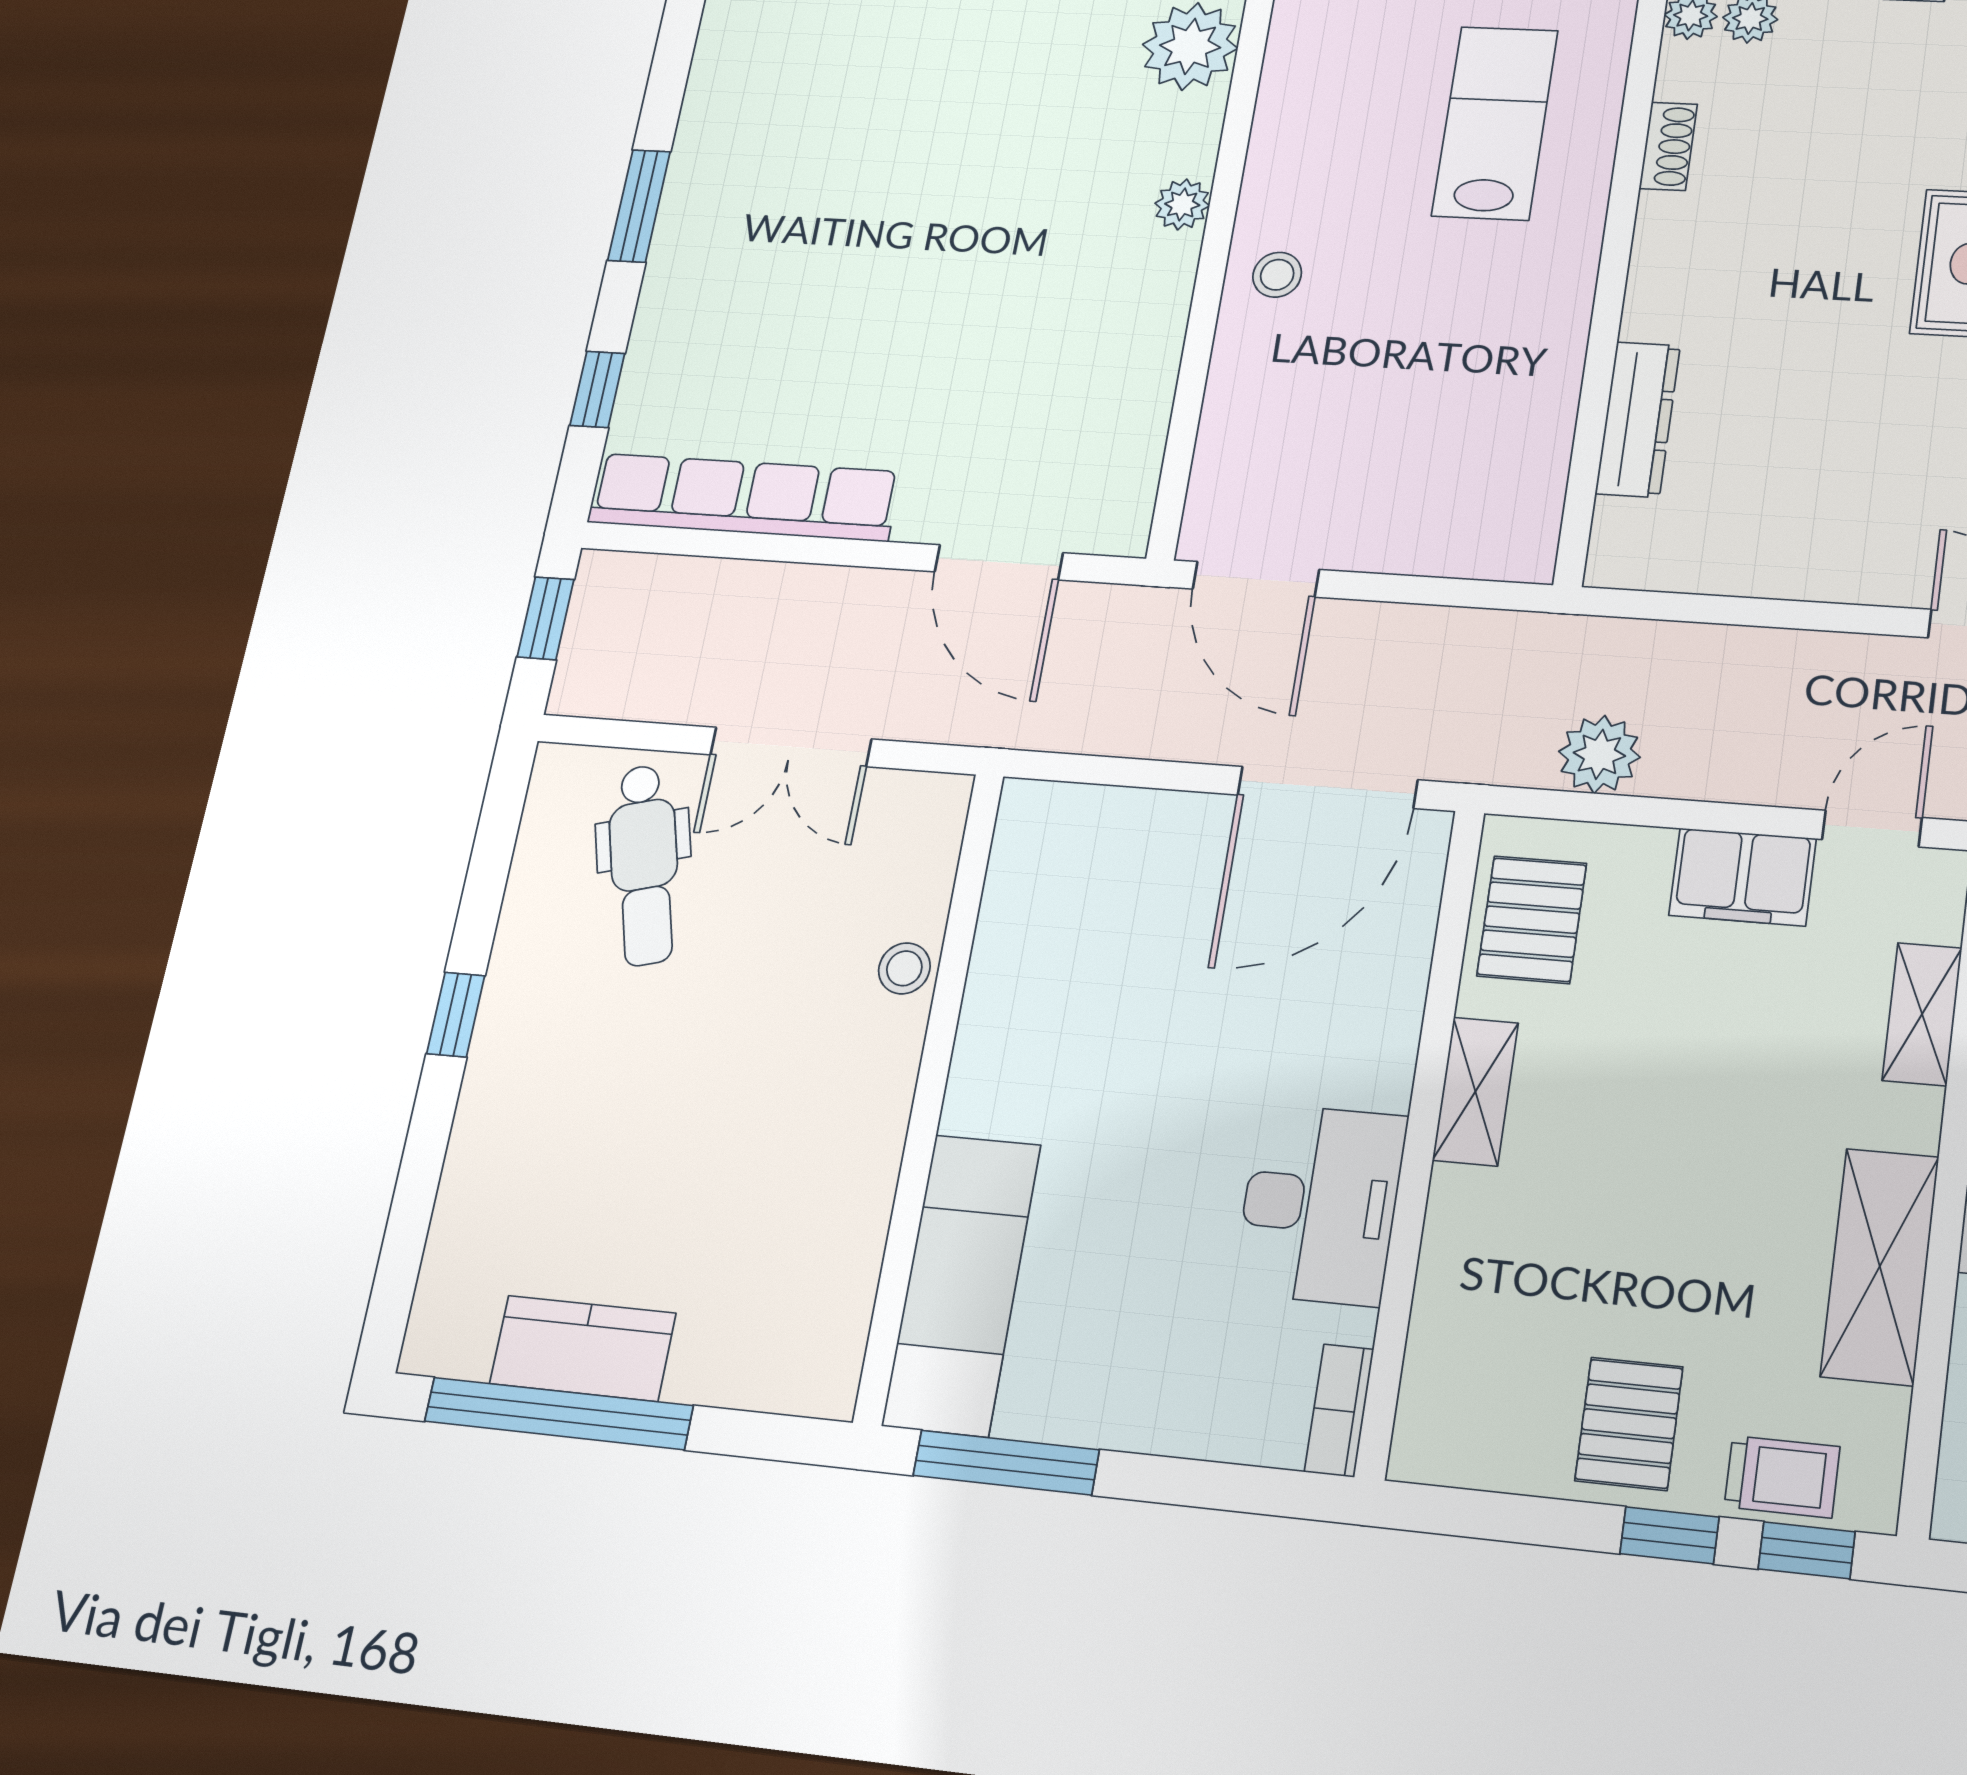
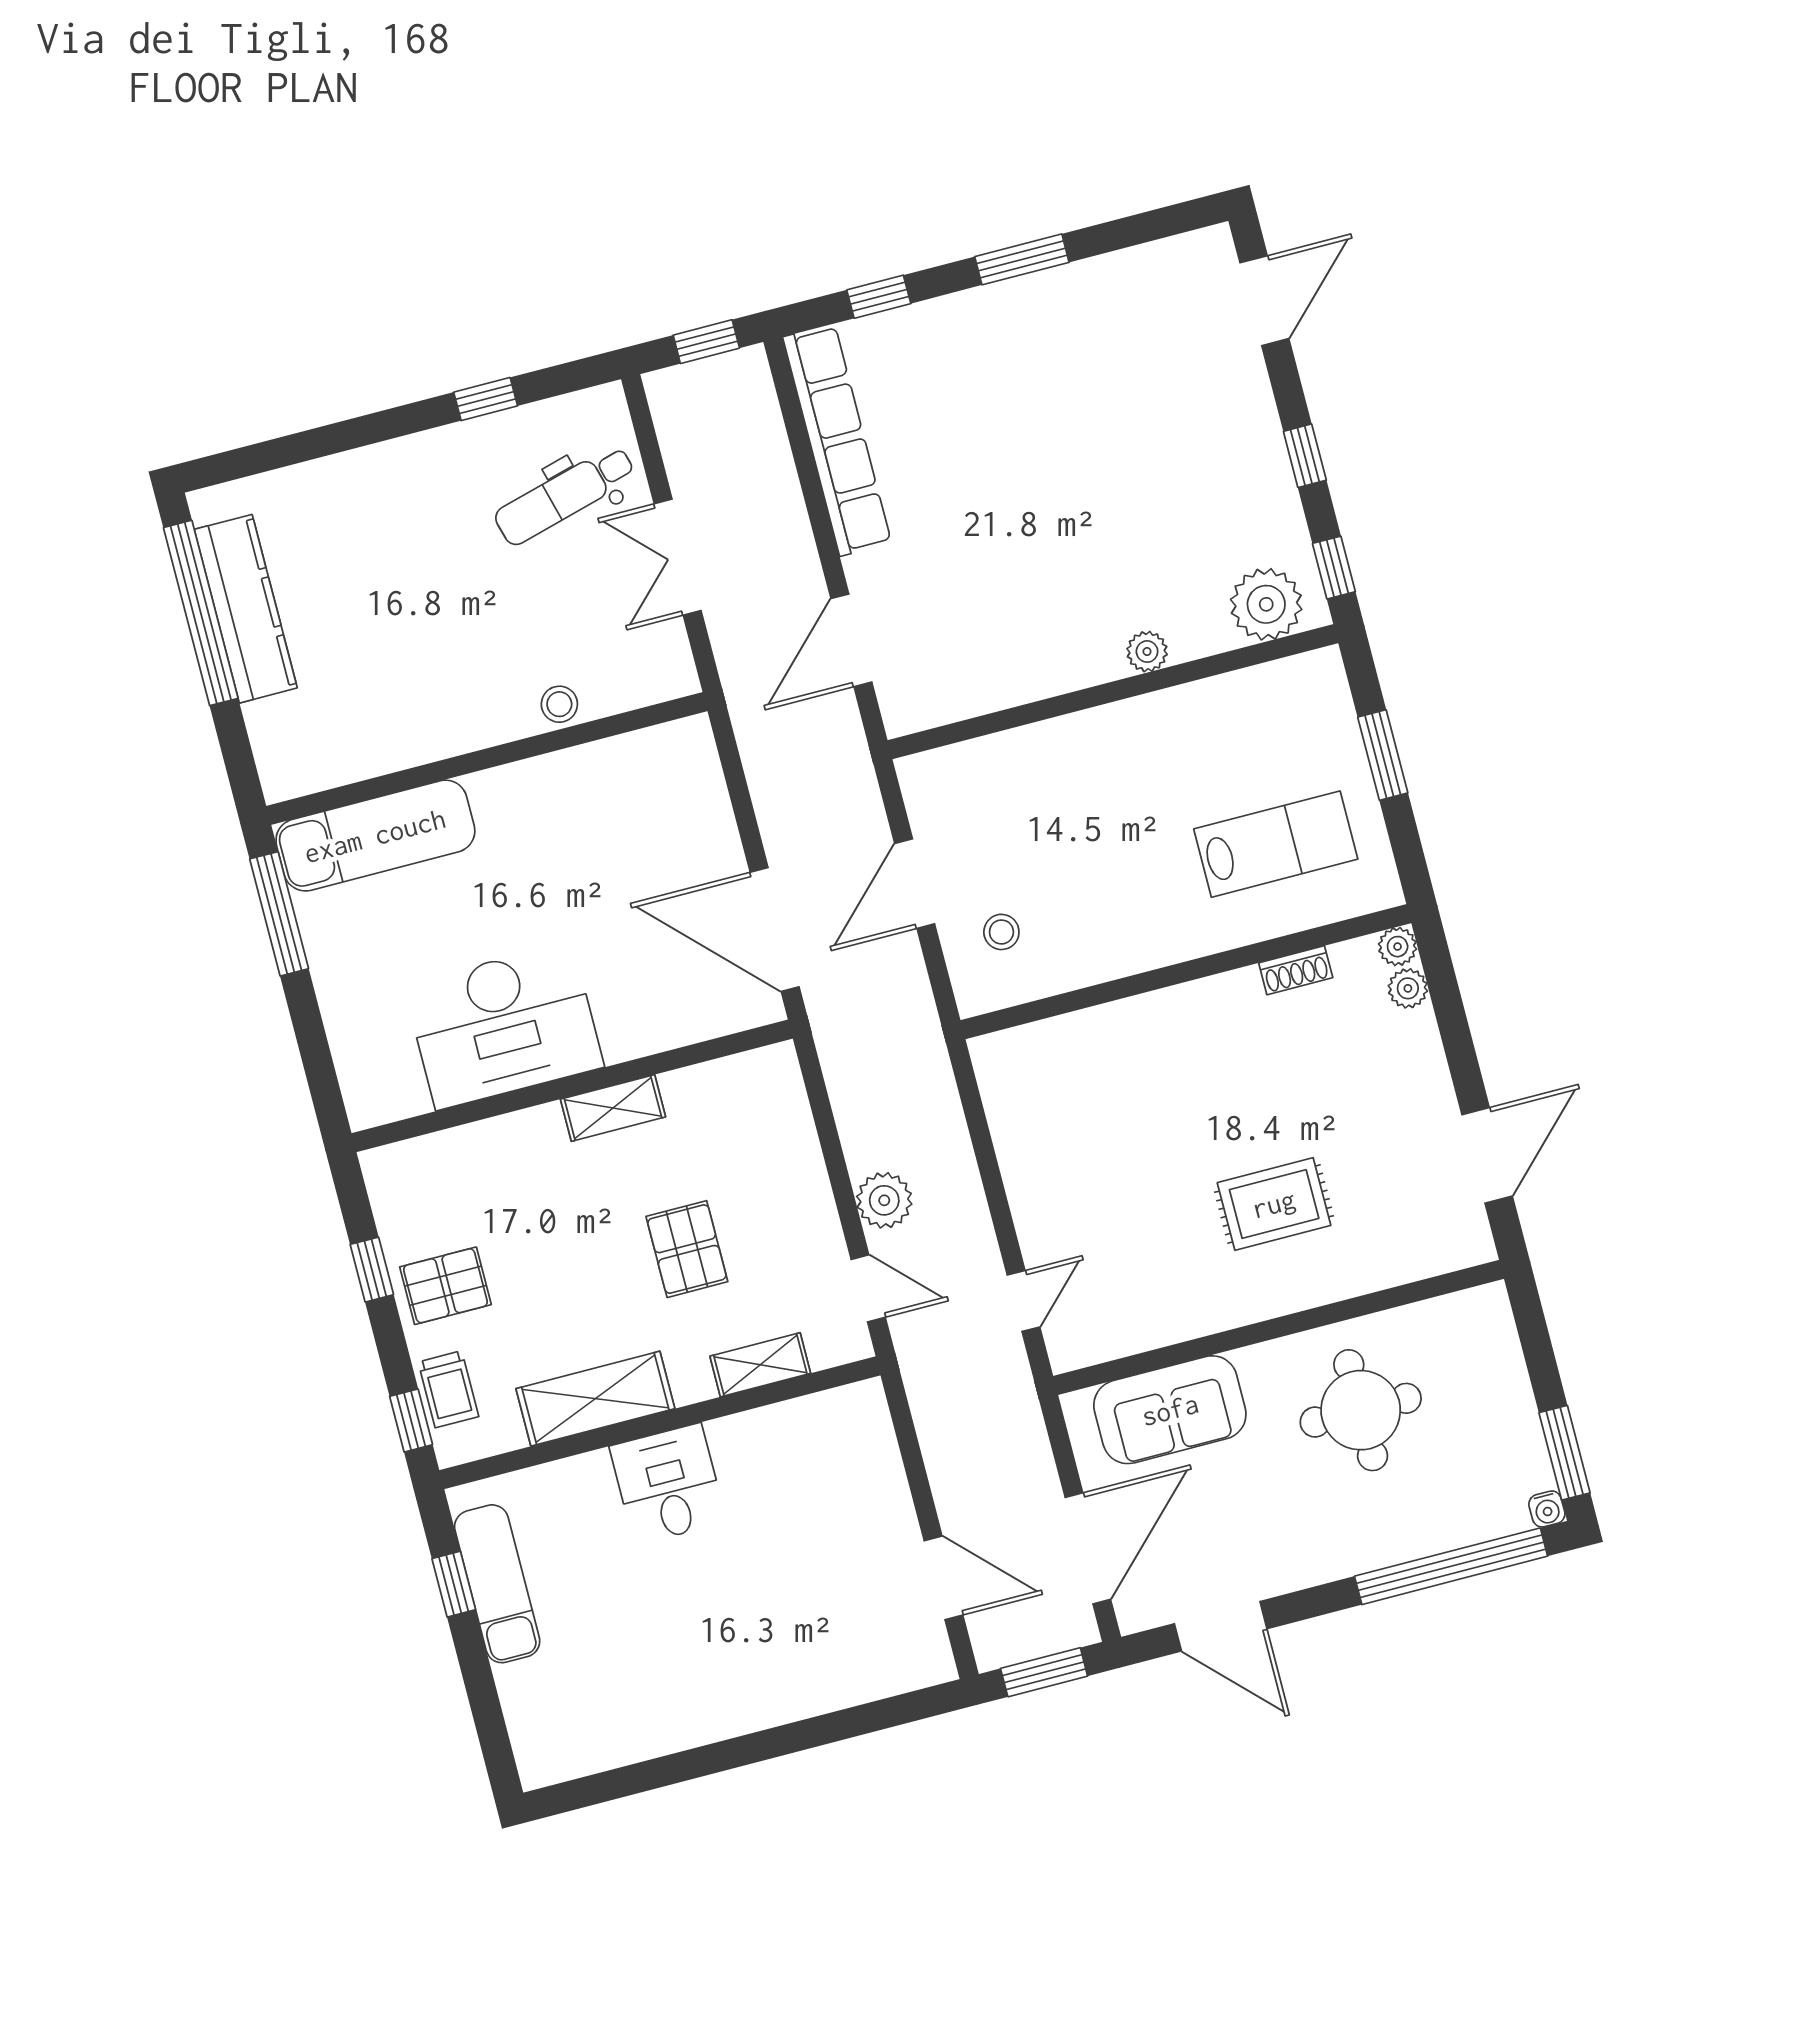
stool: (1277, 275) -> (1001, 932), moved
dresser: (1638, 419) -> (1093, 1029), removed
door: (1256, 579) -> (915, 884), moved
plant: (1599, 754) -> (884, 1200), moved
filing cabinet: (1743, 877) -> (809, 1220), removed
pallet: (1532, 920) -> (687, 1249), moved, turned 90
window: (456, 1015) -> (486, 399), moved
desk: (1320, 1204) -> (504, 1026), width x1.36, depth x1.30
kitchen counter: (583, 1348) -> (246, 609), width x1.50
bookcase: (1339, 1410) -> (388, 1107), removed
window: (1669, 1535) -> (372, 1270), moved

